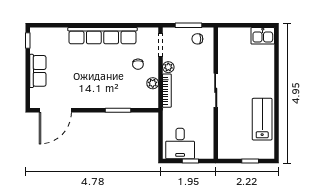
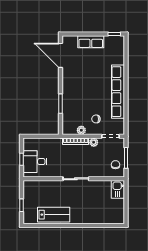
kitchen sink: (263, 36) -> (118, 189), moved
desk: (180, 144) -> (35, 162), moved

